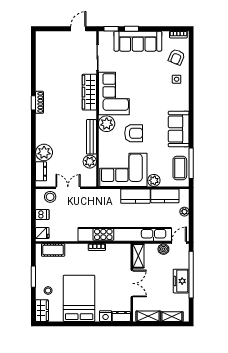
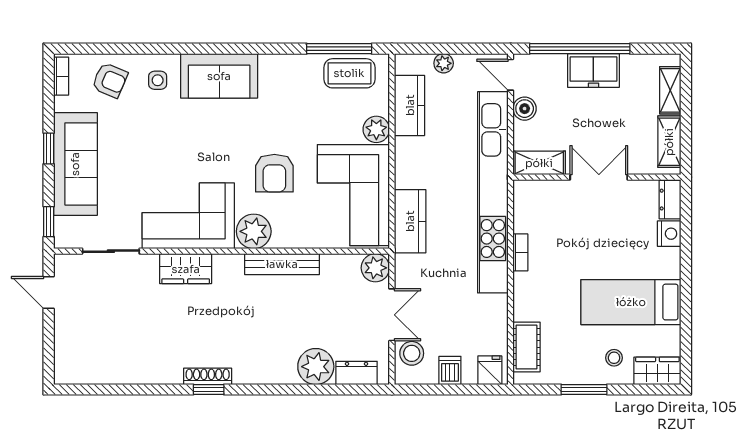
window: (131, 29) -> (49, 148), moved
wardrobe: (89, 92) -> (186, 269), width x0.67
sofa: (179, 129) -> (219, 76), moved
armchair: (134, 133) -> (274, 173), turned 180
plant: (90, 162) -> (375, 268), moved
double door: (68, 188) -> (392, 315), swing flipped
kitchen counter: (135, 196) -> (410, 221), moved
bed: (79, 298) -> (631, 302), width x0.67

